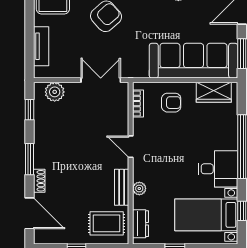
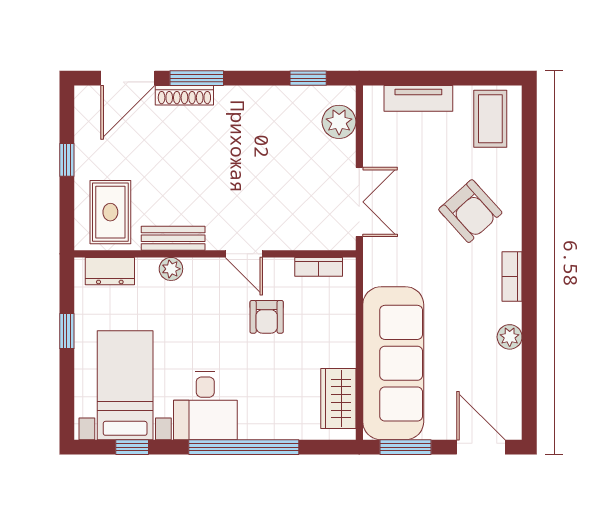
armchair: (171, 103) -> (267, 317), moved
door: (131, 147) -> (244, 254), swing flipped
window: (29, 159) -> (197, 78), moved
shoe rack: (39, 181) -> (184, 95), width x1.43

